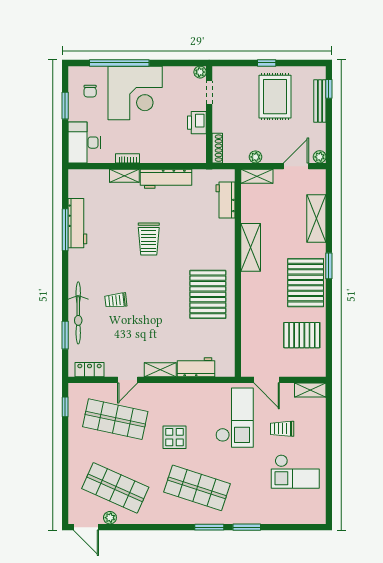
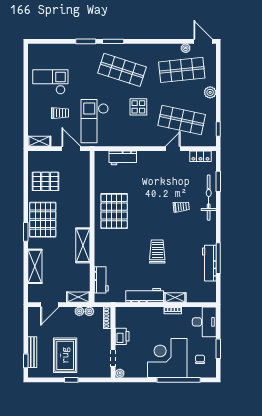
plant: (320, 157) -> (89, 311), moved
shelving: (160, 370) -> (149, 156), removed
plant: (76, 457) -> (210, 92), added
shop shelf: (115, 488) -> (182, 70), turned -30

